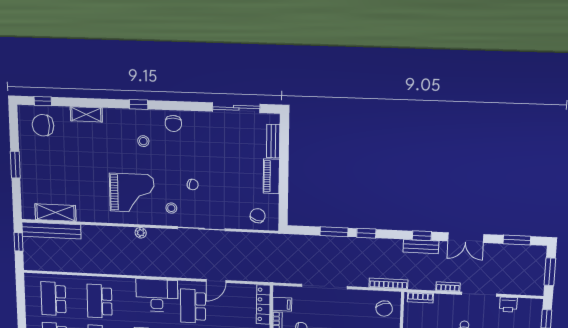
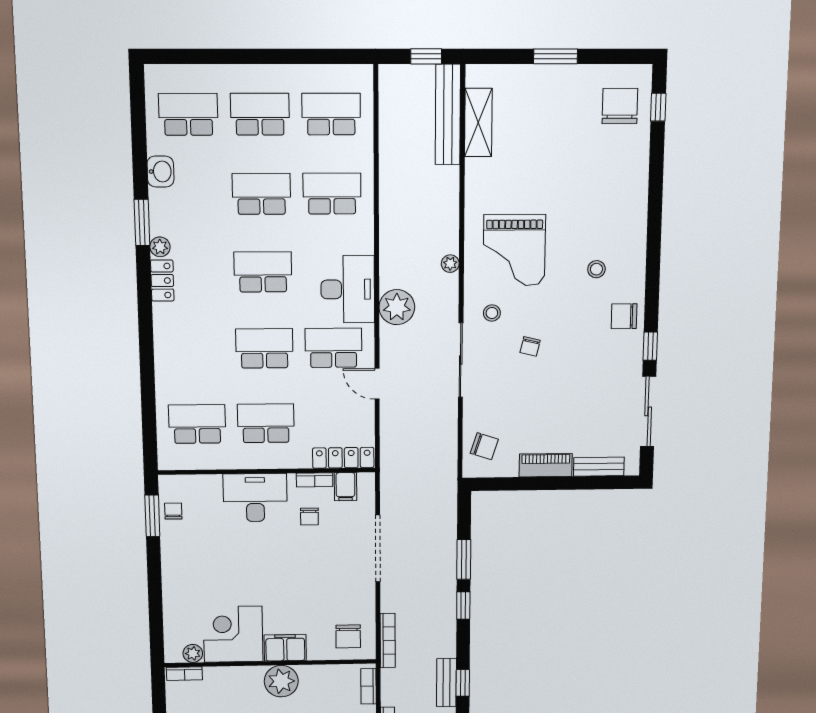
window: (139, 104) -> (650, 346), moved
shelving: (86, 114) -> (638, 178), removed
plant: (168, 267) -> (397, 307), added
chair: (384, 309) -> (348, 636), turned -71

